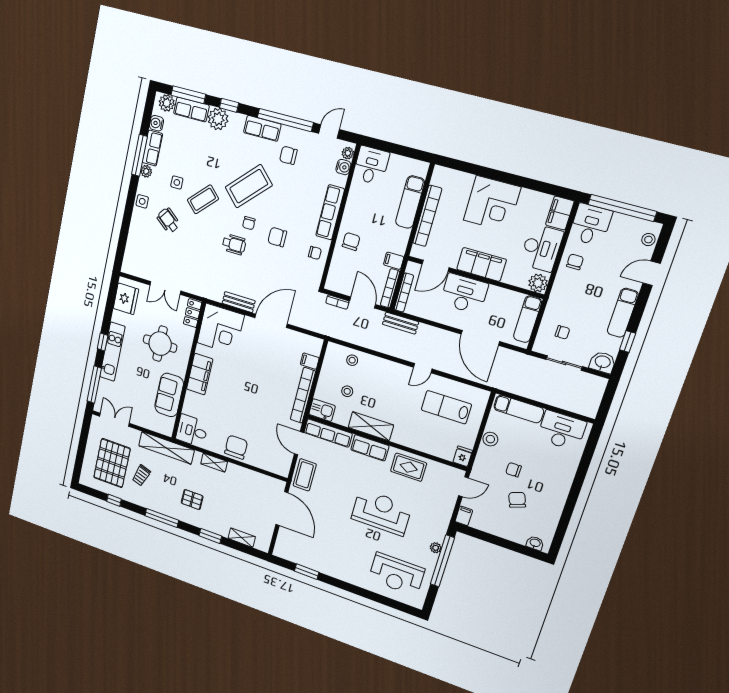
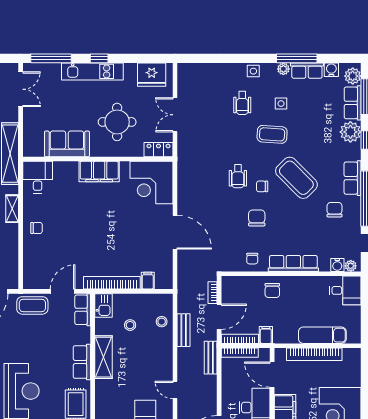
coffee table: (203, 199) -> (272, 134), turned -41
wheelchair: (168, 220) -> (242, 103), turned 142
chair: (351, 241) -> (272, 290), turned 88
bench: (239, 302) -> (184, 330), moved
row of seats: (328, 433) -> (83, 310), width x0.68
chair: (236, 447) -> (37, 228), width x0.54, depth x0.54

